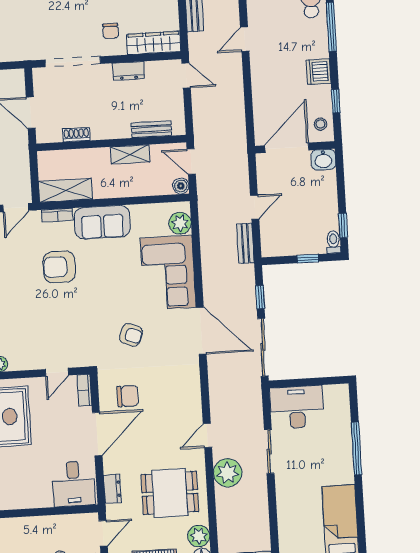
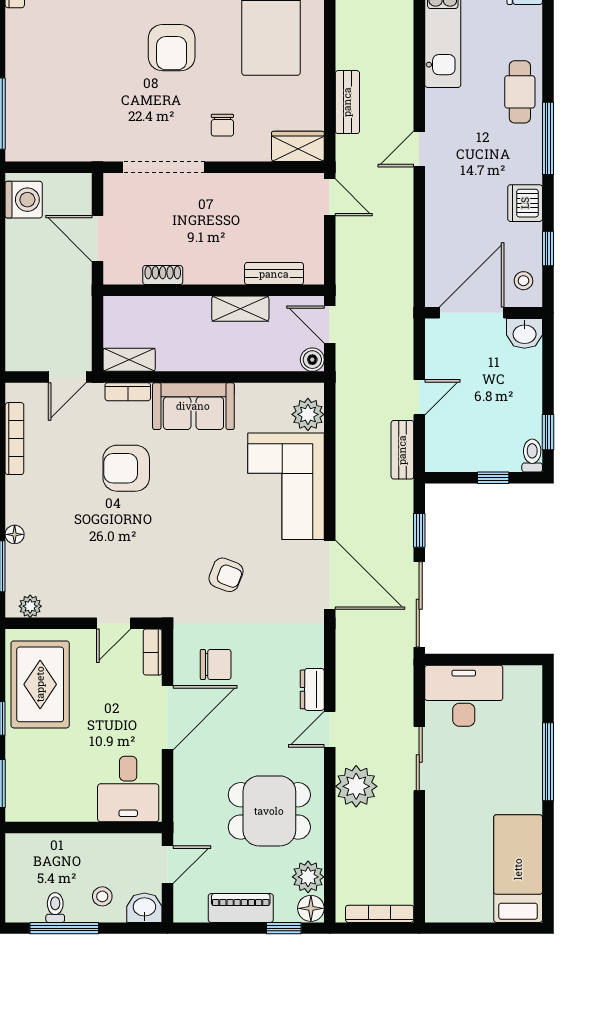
wardrobe: (154, 43) -> (298, 146), width x0.67
dresser: (129, 71) -> (245, 186), removed
shelving: (66, 190) -> (129, 360), width x0.67, depth x0.75
dresser: (112, 489) -> (312, 689), moved, turned 180

